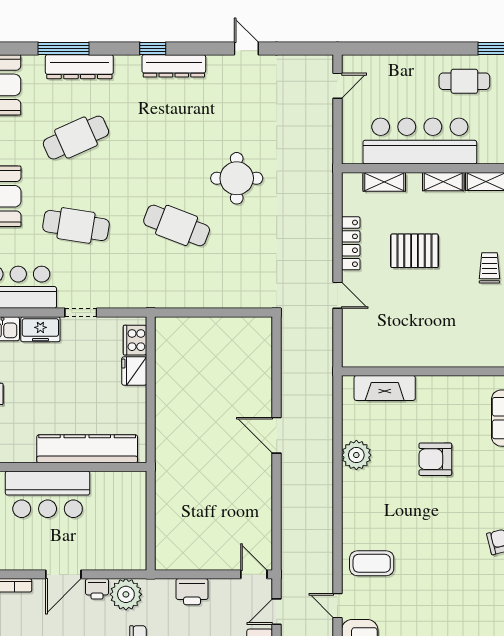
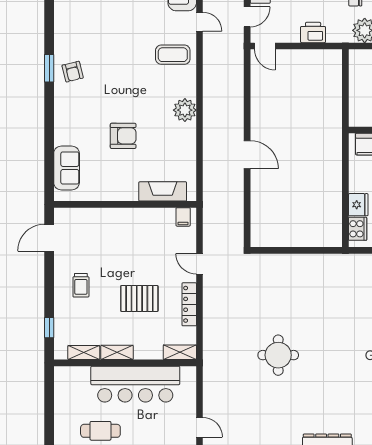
door: (337, 86) -> (200, 427), swing flipped
shelving: (384, 182) -> (180, 352), moved
cafe table: (177, 225) -> (325, 318), removed
filing cabinet: (359, 355) -> (183, 217), added
plant: (356, 455) -> (185, 110), moved

